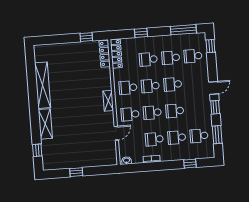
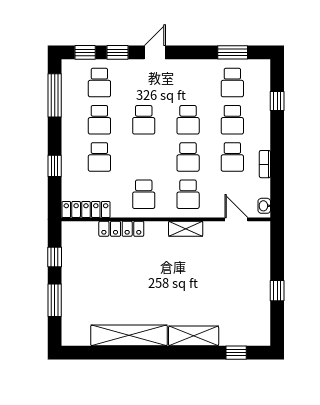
window: (60, 39) -> (55, 300), added
locker: (105, 54) -> (121, 229), moved
school desk: (150, 86) -> (144, 157), removed
door: (214, 88) -> (155, 52), hinge flipped
shelving: (108, 101) -> (186, 229), moved
window: (215, 107) -> (117, 52), moved
door: (116, 133) -> (236, 219), moved

